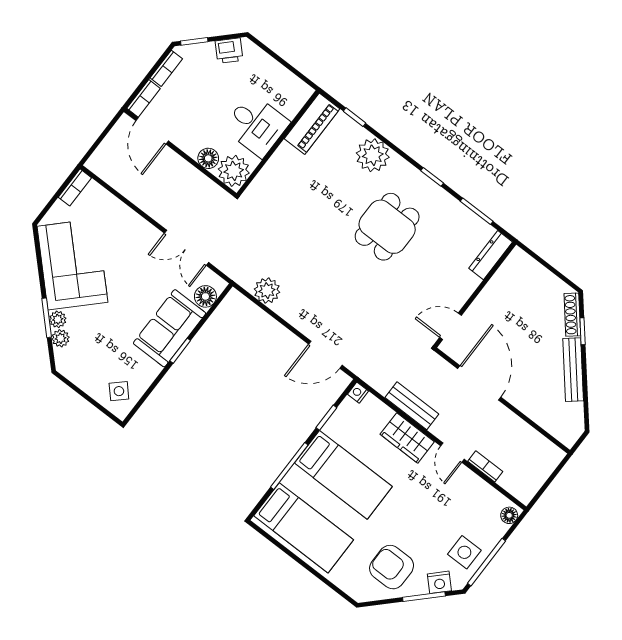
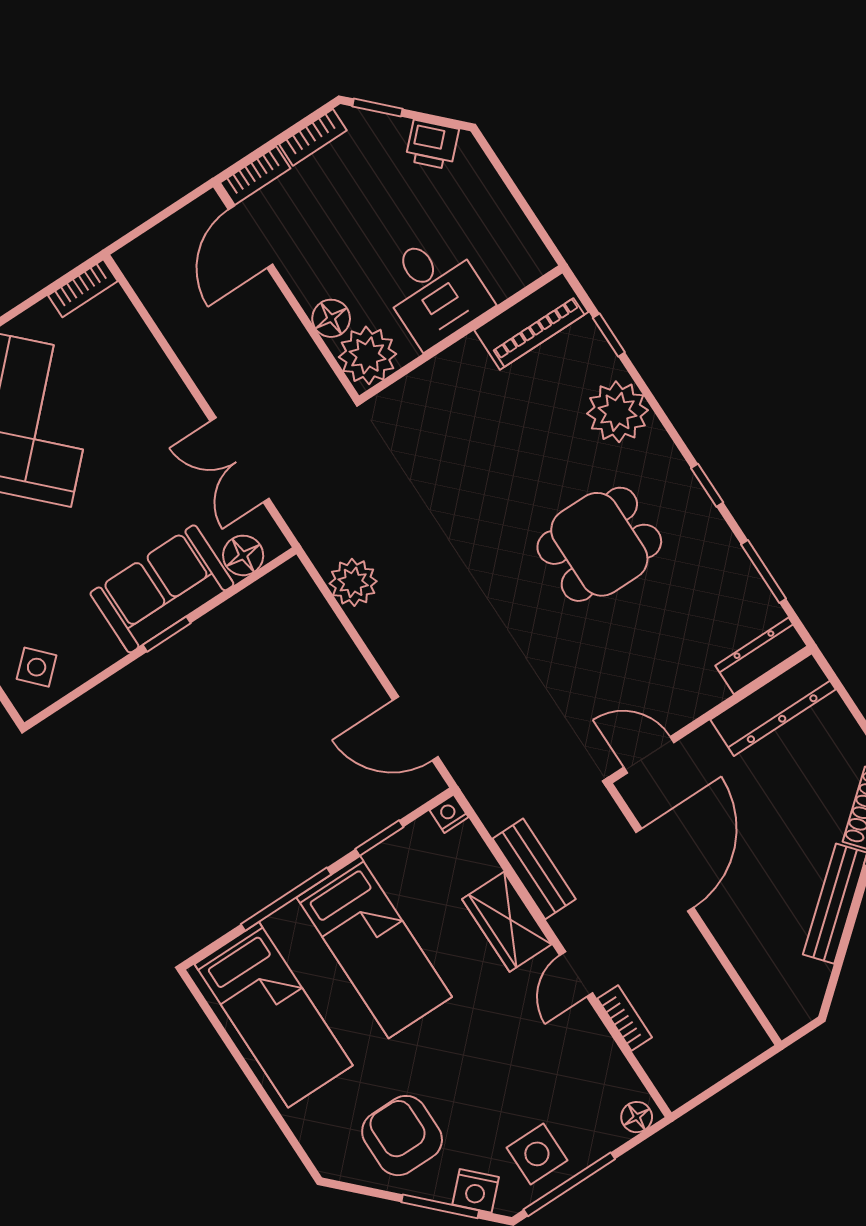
dresser: (505, 278) -> (773, 705), added

